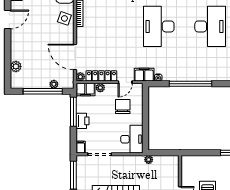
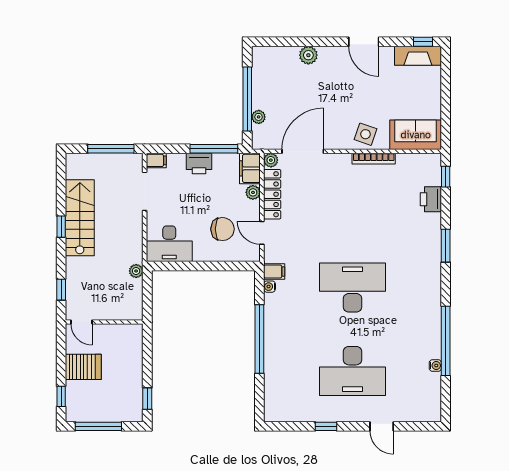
plant: (16, 66) -> (308, 55), moved
filing cabinet: (144, 75) -> (274, 272), width x0.50

